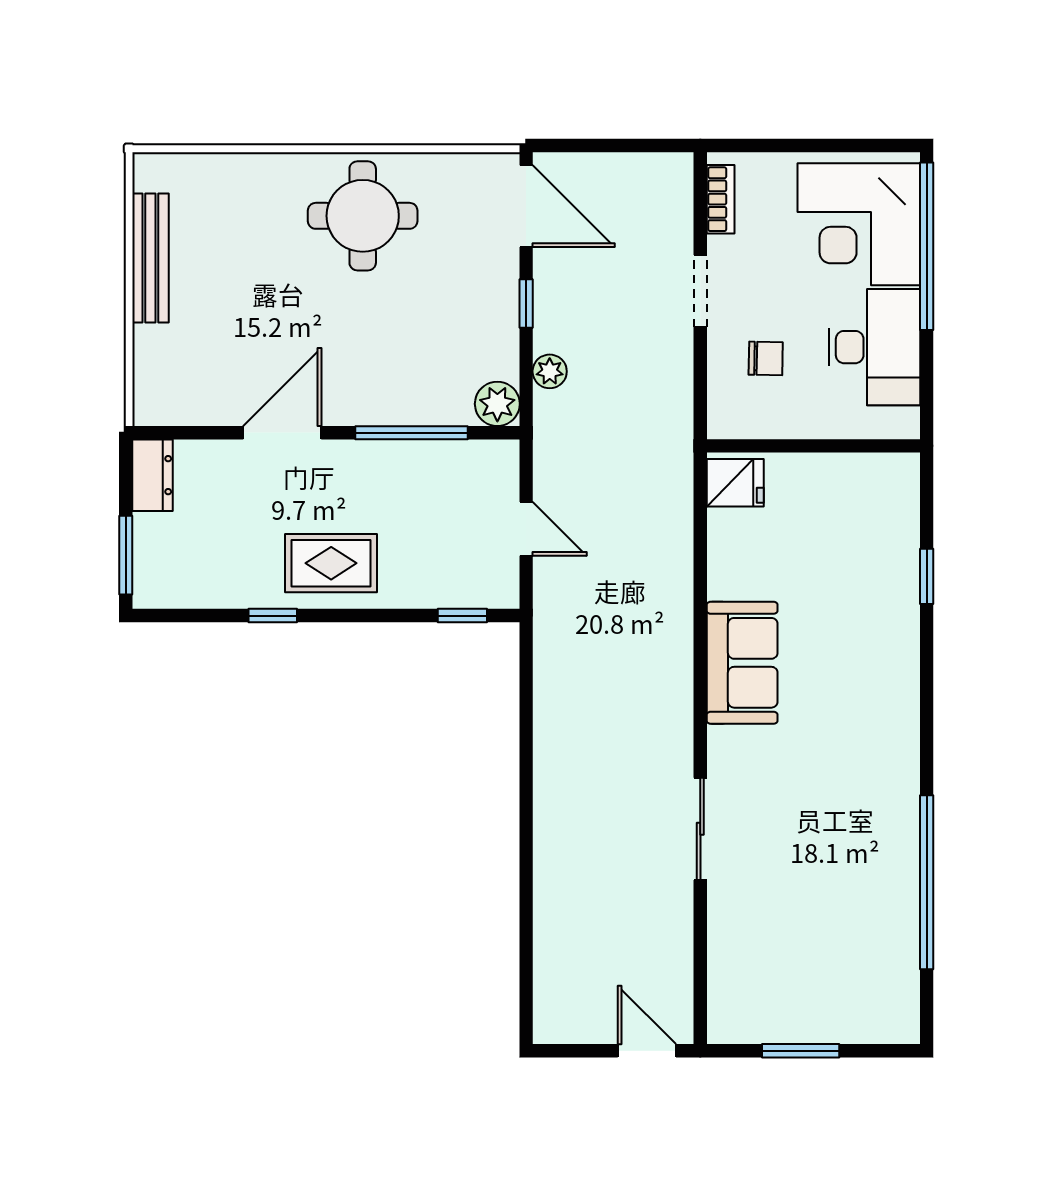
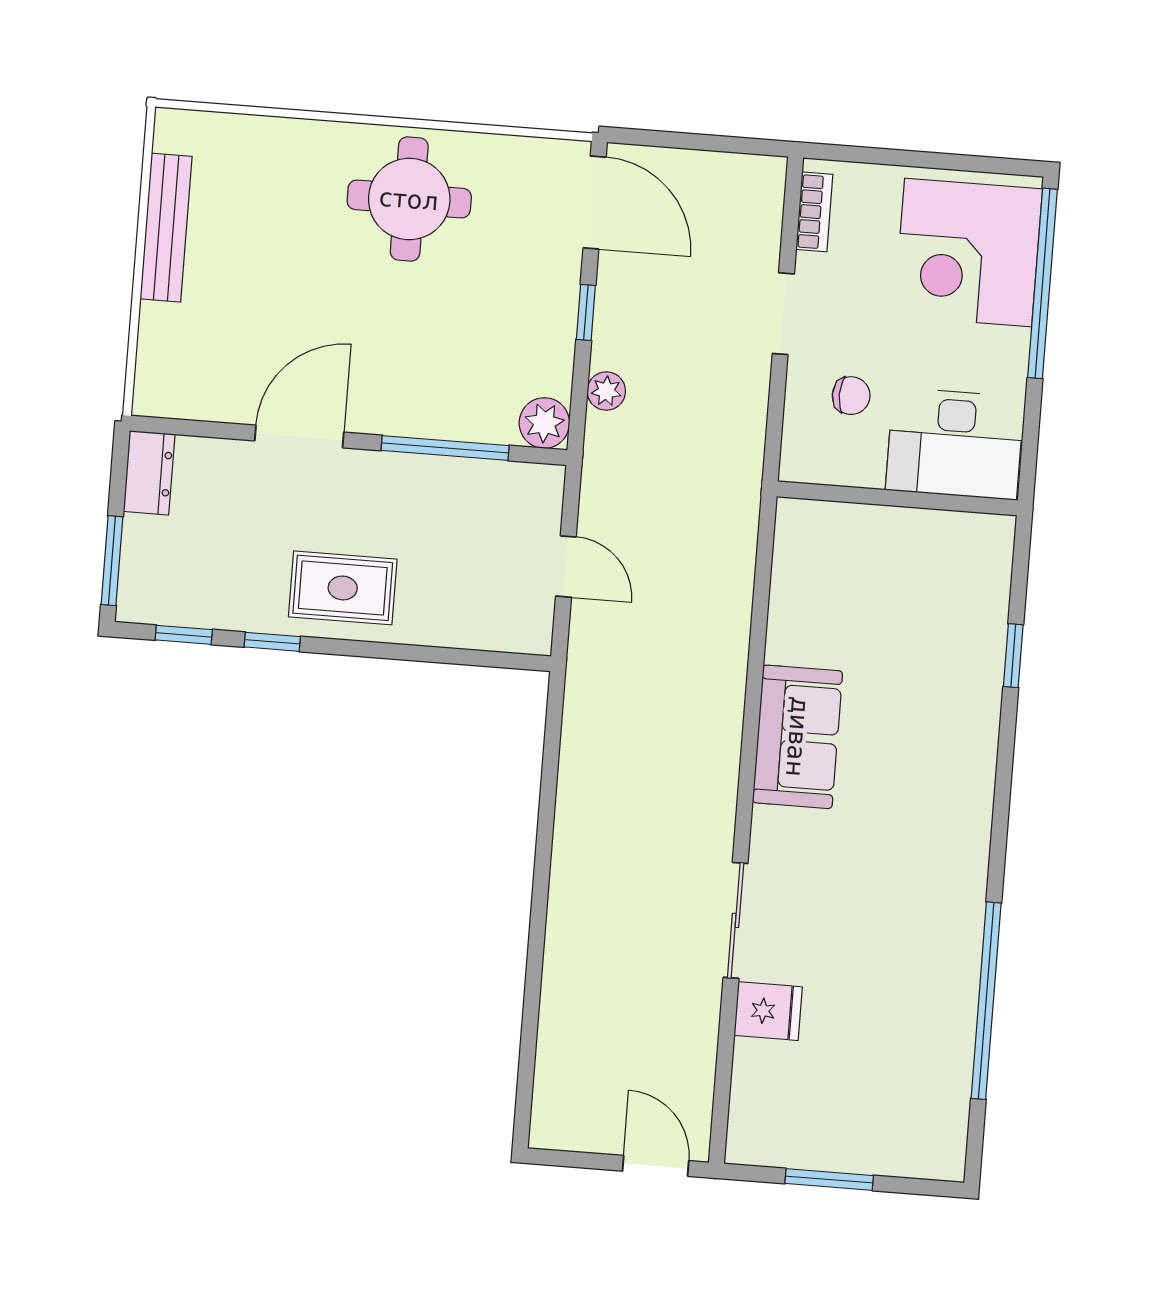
desk: (874, 347) -> (955, 444), moved, turned 90
fridge: (735, 483) -> (768, 1011), moved
window: (462, 616) -> (184, 635), moved

